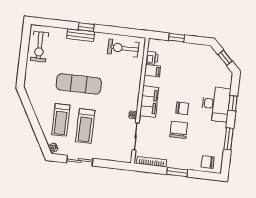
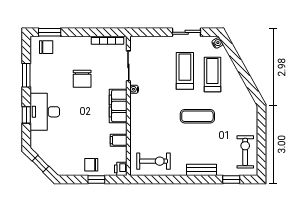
window: (86, 27) -> (231, 179), moved
printer: (152, 58) -> (121, 169), moved
exercise mat: (79, 84) -> (197, 116), width x0.73, depth x0.69
chair: (182, 108) -> (91, 165), moved
window: (177, 172) -> (50, 32), moved

